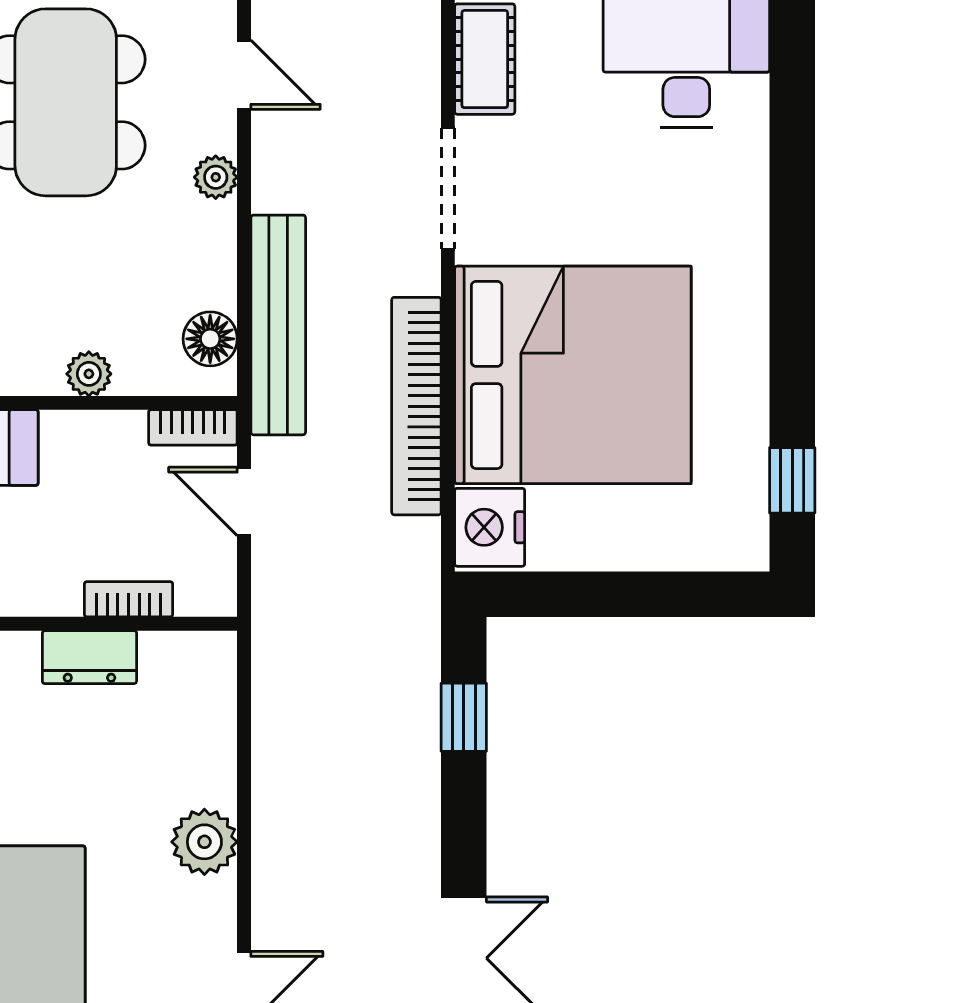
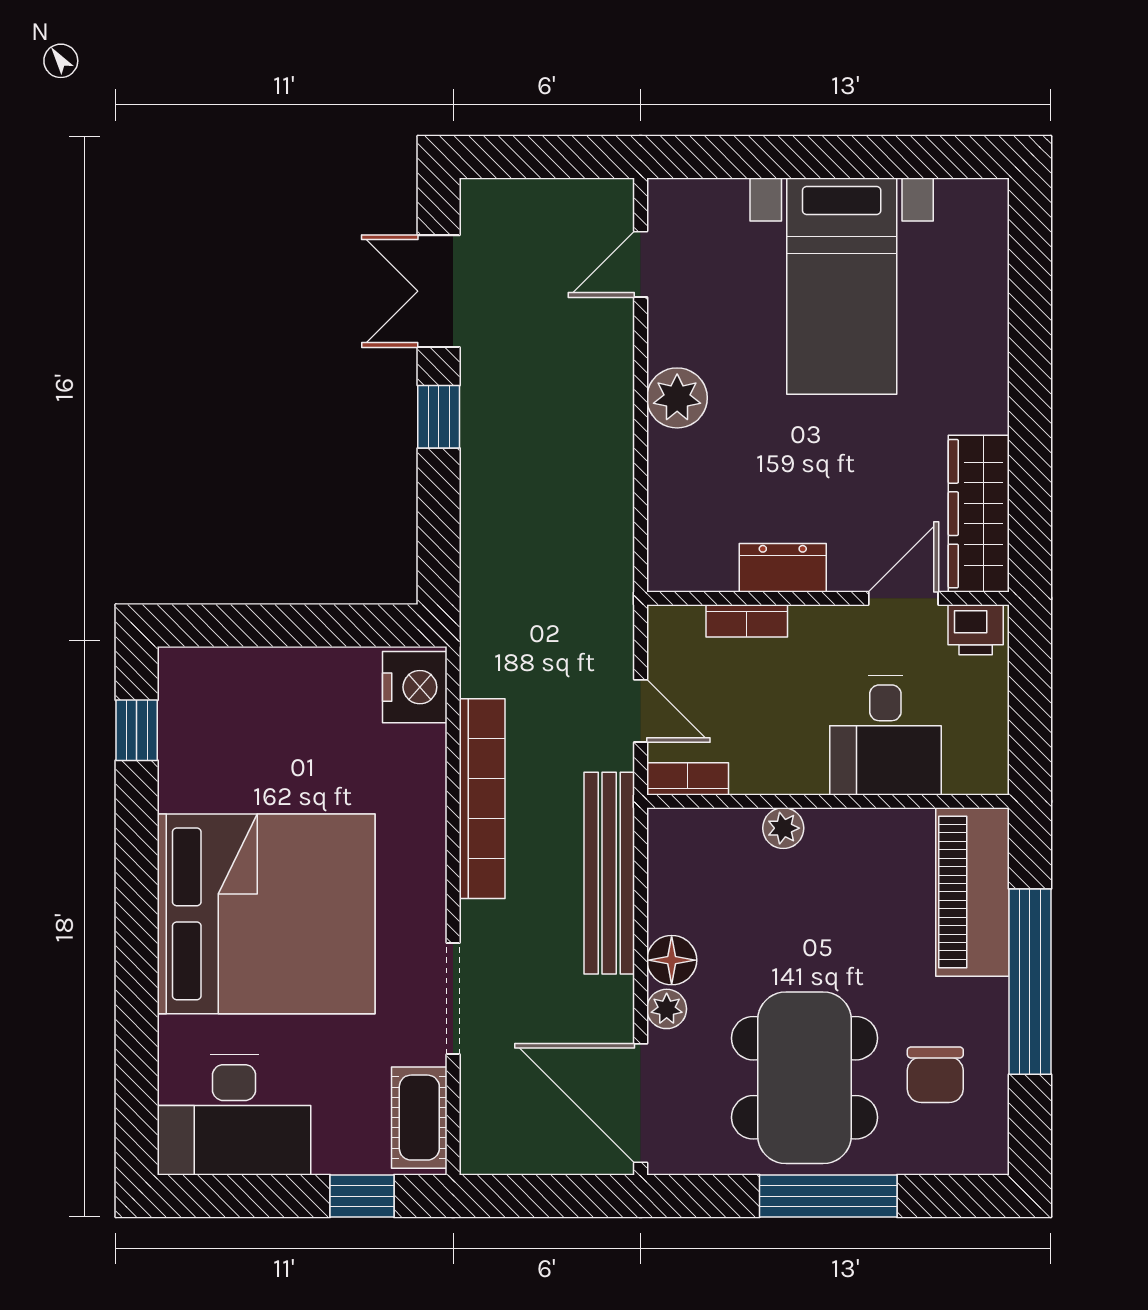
door: (244, 75) -> (641, 1103), width x1.87
floor lamp: (210, 339) -> (672, 960), moved
bed: (573, 375) -> (266, 914), moved, turned 180
window: (464, 717) -> (439, 417), moved

